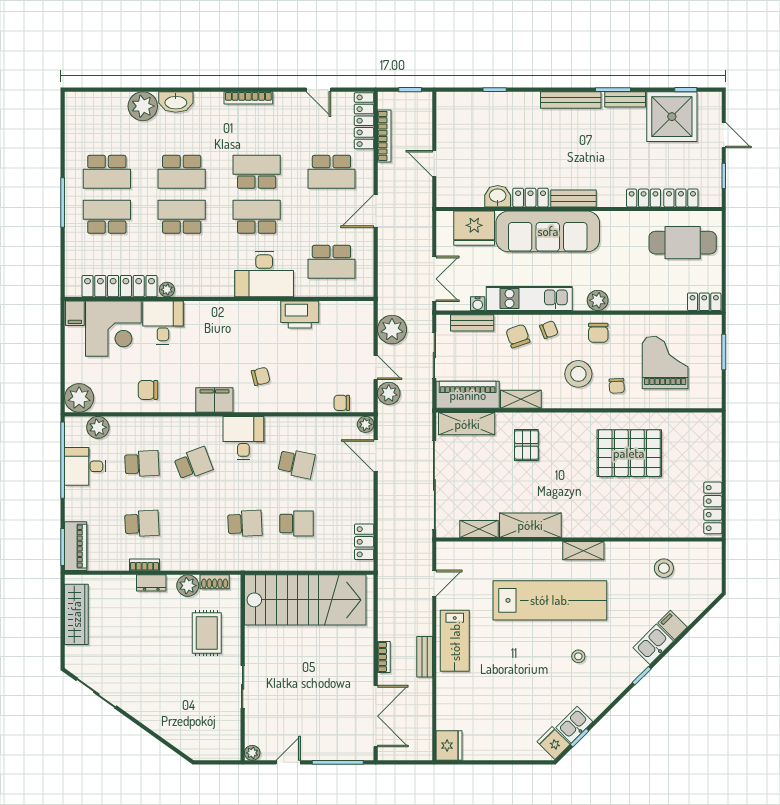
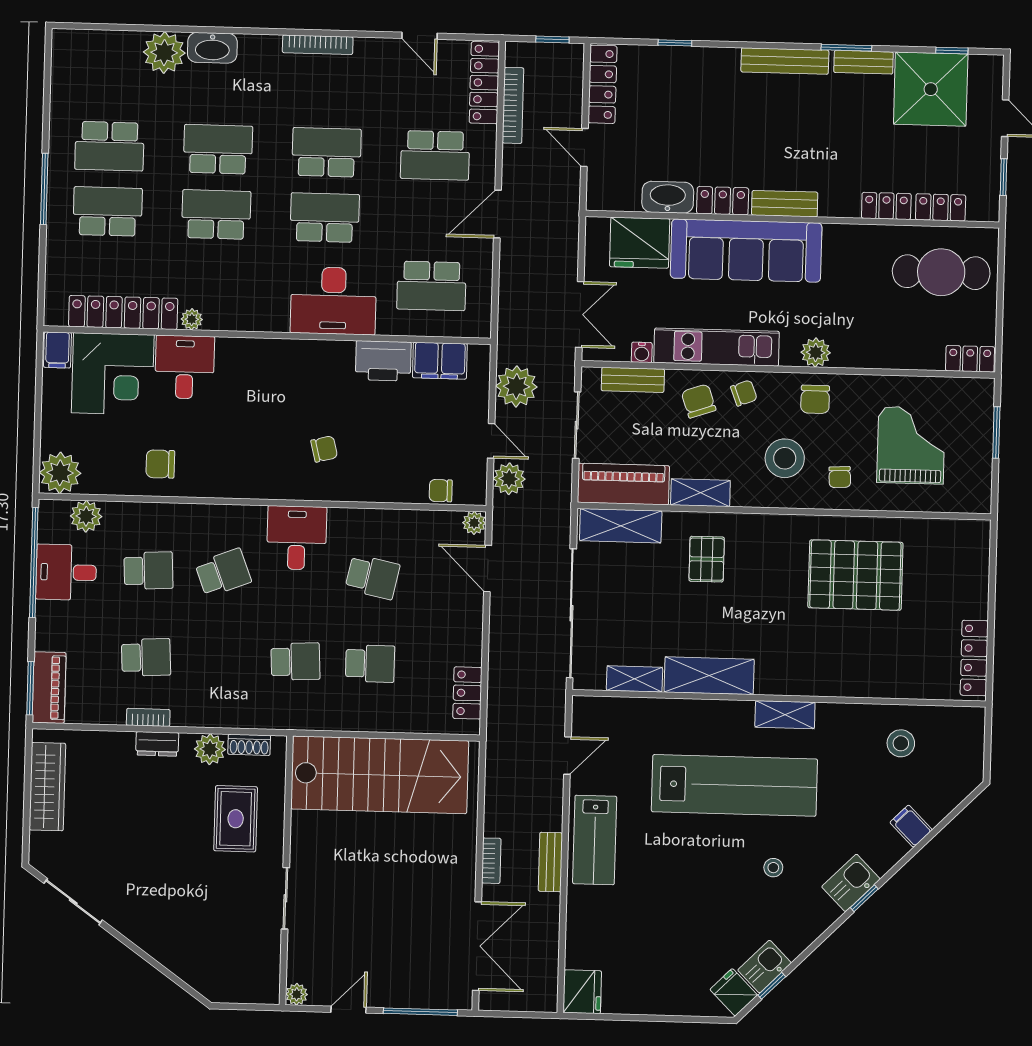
locker: (446, 120) -> (602, 84), added
school desk: (182, 172) -> (218, 149), turned 180
washbasin: (498, 196) -> (668, 197), width x1.38
filing cabinet: (214, 400) -> (440, 361), moved, turned 180
kitchen sink: (653, 644) -> (851, 883), moved

